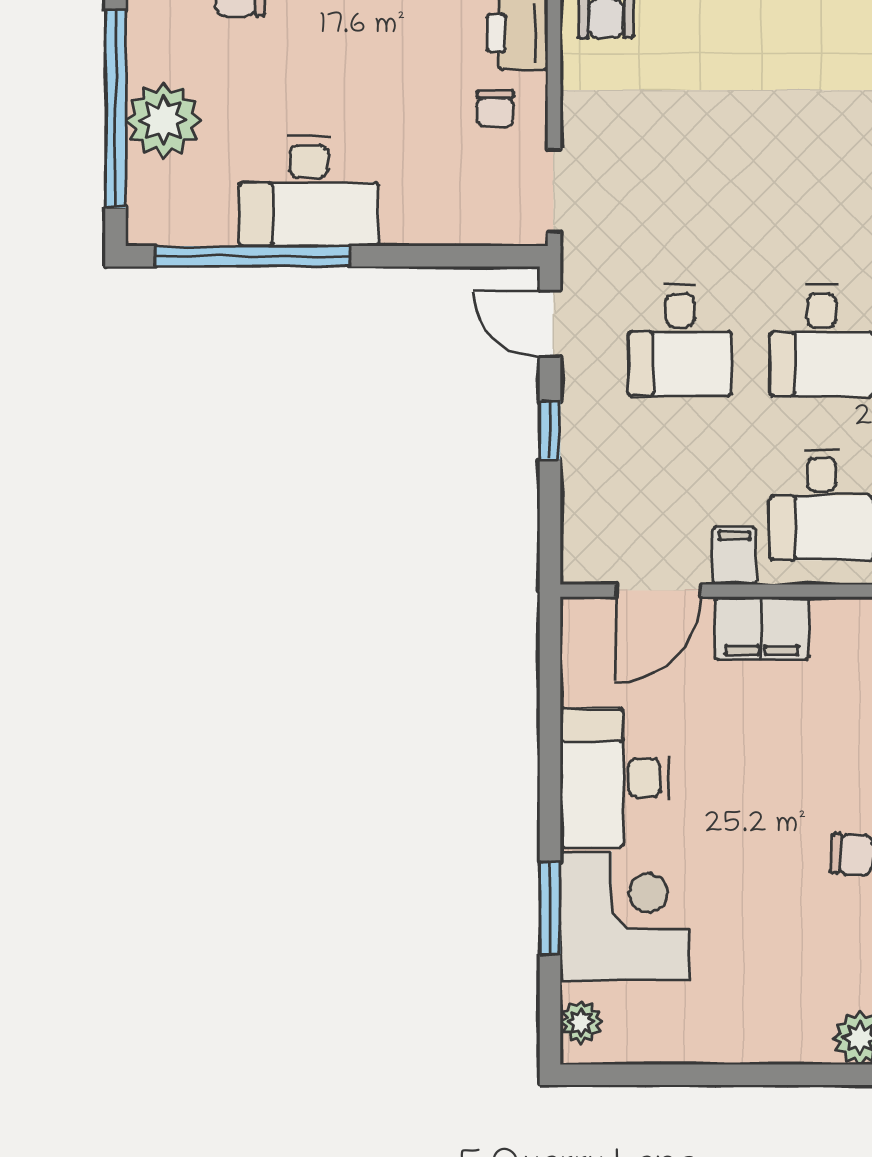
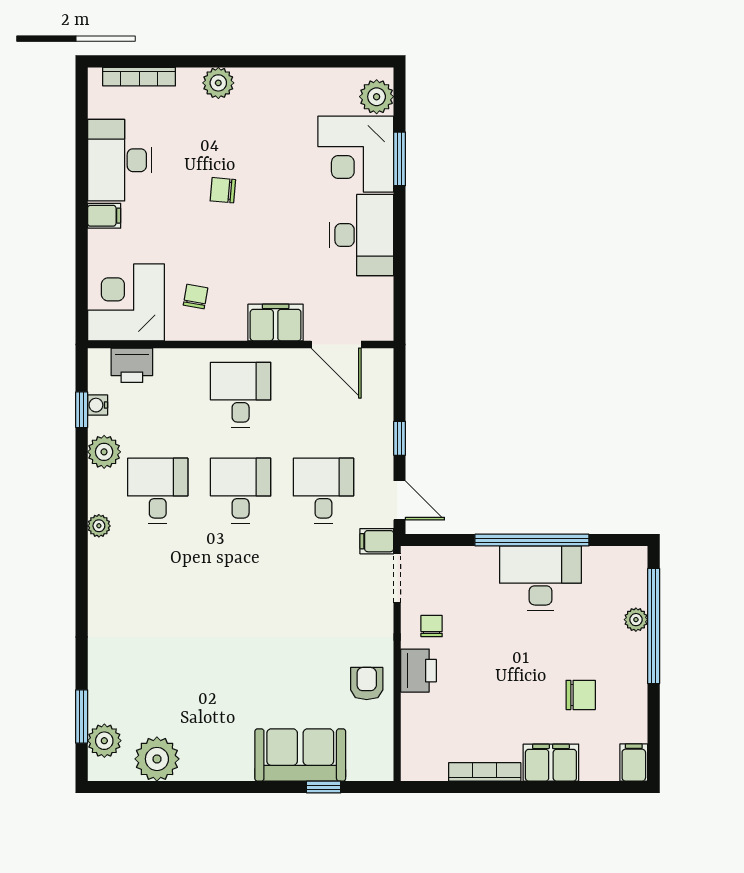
plant: (163, 120) -> (636, 620), width x0.53, depth x0.53
window: (253, 256) -> (532, 540), moved
filing cabinet: (734, 556) -> (377, 541), moved, turned 90
door: (658, 591) -> (336, 344), swing flipped
plant: (581, 1022) -> (377, 97), width x1.38, depth x1.38

